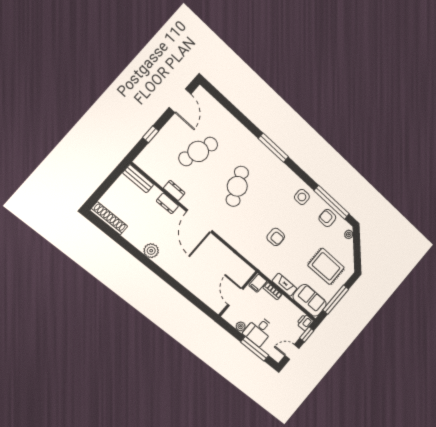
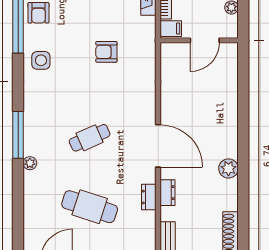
plant: (252, 140) -> (30, 163), added
cafe table: (237, 186) -> (90, 138), width x0.73, depth x0.74
door: (199, 221) -> (158, 146), hinge flipped
armchair: (276, 237) -> (106, 52), turned -90

